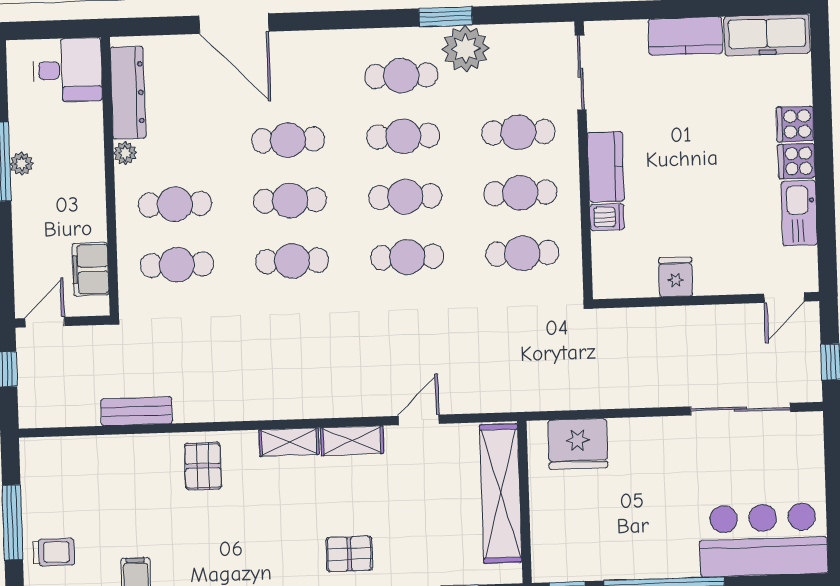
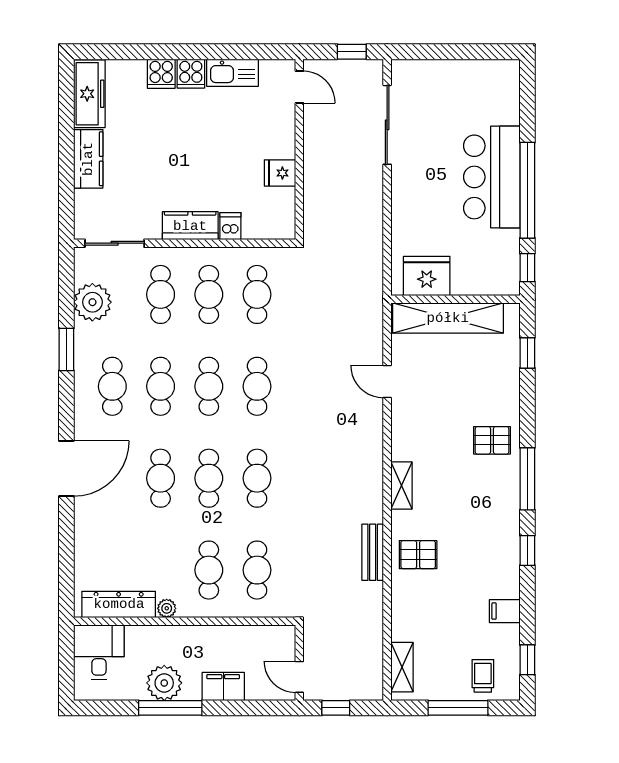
door: (234, 24) -> (66, 469), moved
plant: (466, 49) -> (92, 302), moved
plant: (22, 164) -> (164, 683), width x1.88, depth x1.88
filing cabinet: (91, 269) -> (223, 686), moved, turned 180
bench: (137, 411) -> (373, 552), moved
shelving: (352, 441) -> (402, 667), moved
fridge: (578, 444) -> (427, 276), moved, turned -90
bar counter: (763, 540) -> (492, 177), moved
pallet: (349, 554) -> (492, 440), turned 90

